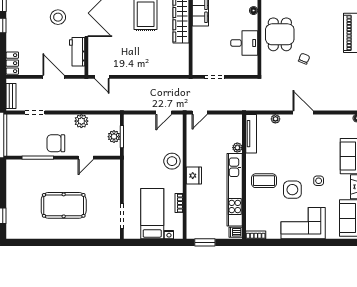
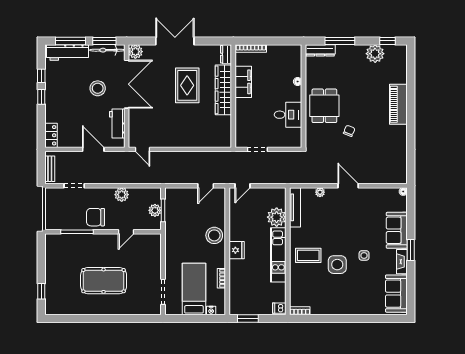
plant: (237, 148) -> (277, 217), width x1.87, depth x1.87
kitchen unit: (235, 190) -> (278, 255), width x0.73
corner sofa: (303, 223) -> (348, 299), removed

